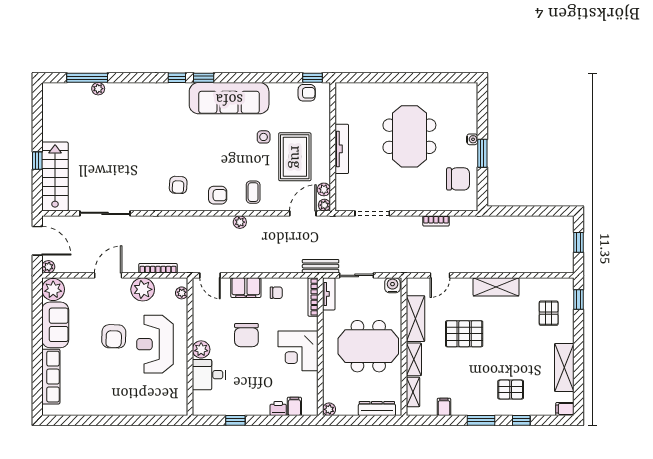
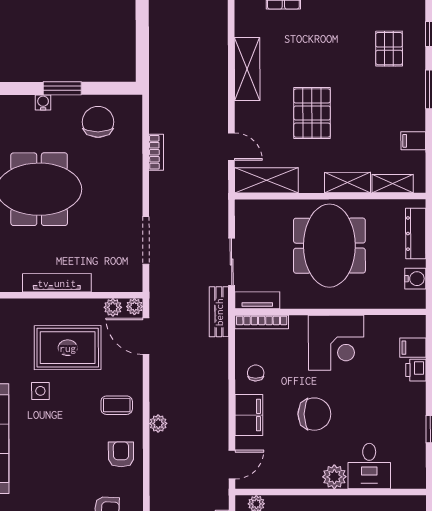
water cooler: (392, 285) -> (415, 279), moved, turned 180
shelving: (416, 319) -> (266, 180), moved
plant: (329, 409) -> (417, 300), removed

